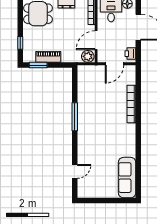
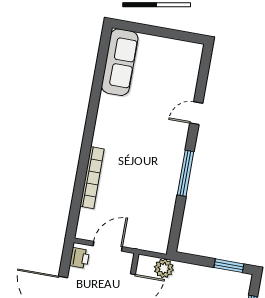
plant: (88, 56) -> (164, 268), moved
piano: (48, 57) -> (211, 276), removed
door: (75, 171) -> (196, 113), moved

